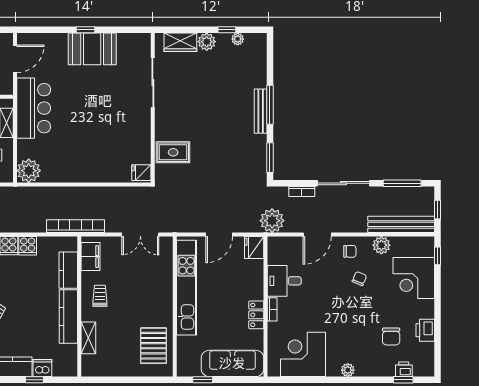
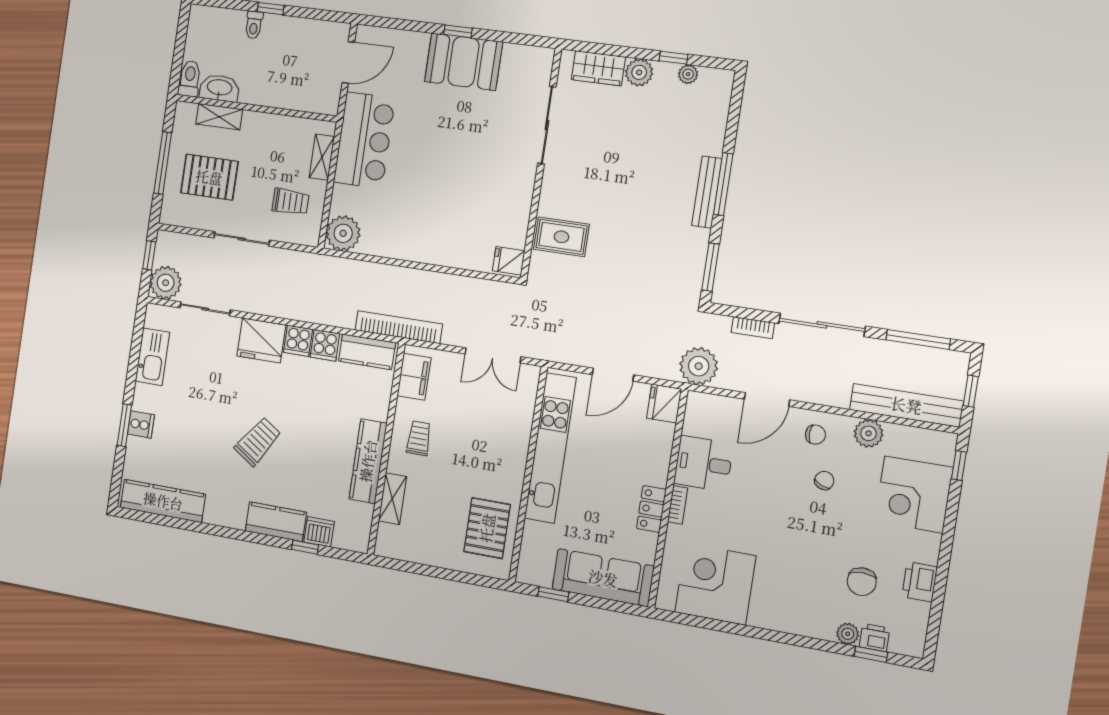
kitchen counter: (68, 270) -> (367, 352), moved, turned -90
plant: (348, 370) -> (848, 634), moved

